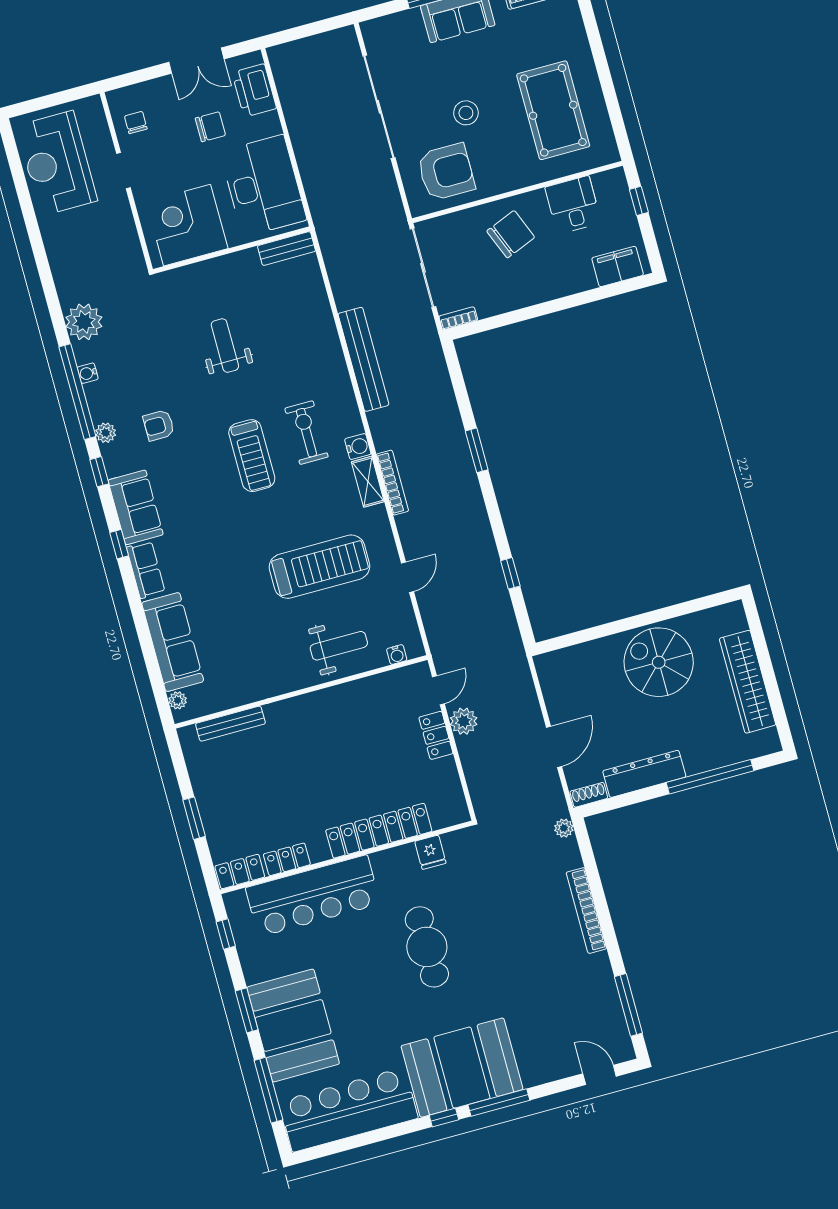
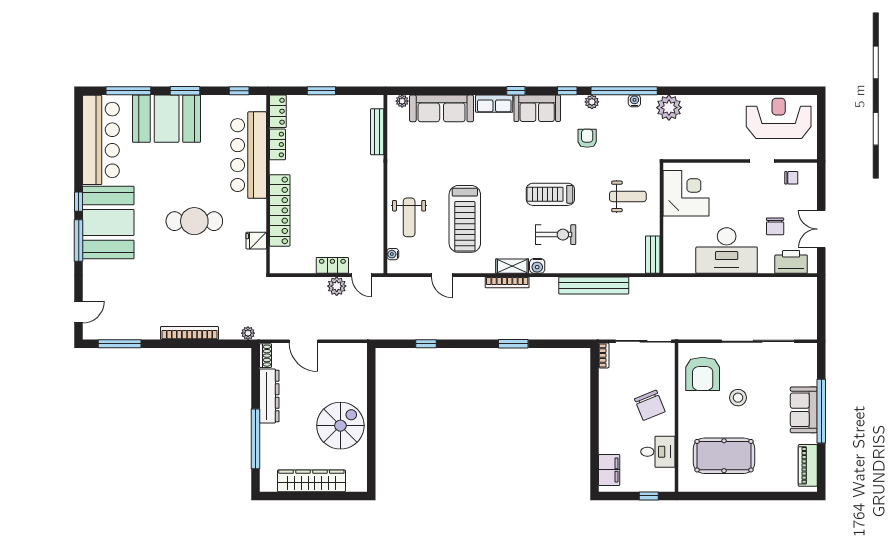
corner desk: (187, 225) -> (686, 193), moved
bench: (286, 249) -> (653, 255), moved
wall: (232, 250) -> (662, 218), moved

